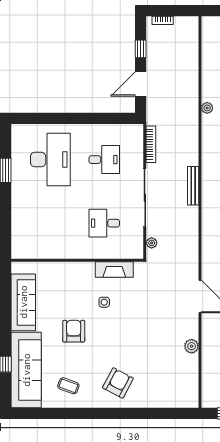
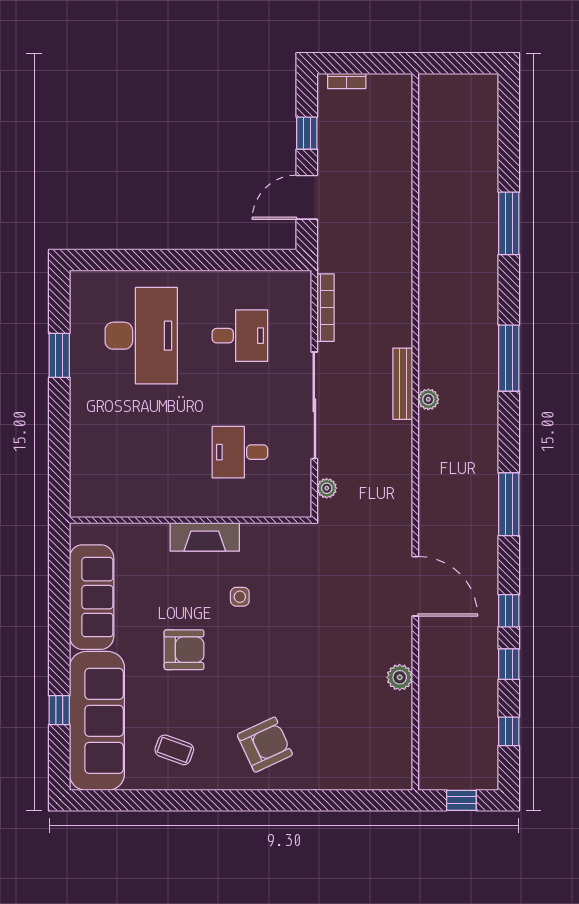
plant: (207, 108) -> (428, 399), moved
fireplace: (114, 270) -> (205, 537), moved
armchair: (74, 331) -> (184, 650), turned 90
armchair: (118, 383) -> (265, 745), turned 37

